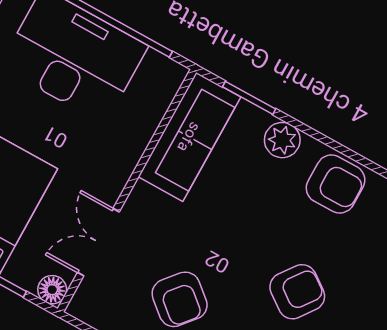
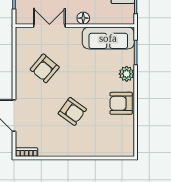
armchair: (336, 184) -> (121, 103), turned 90
floor lamp: (52, 290) -> (83, 18), moved

